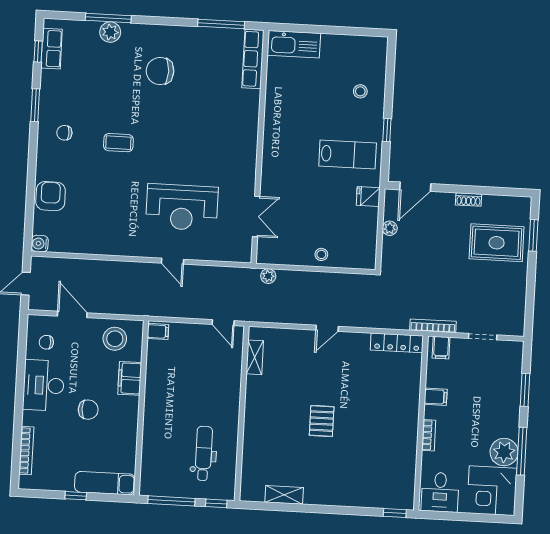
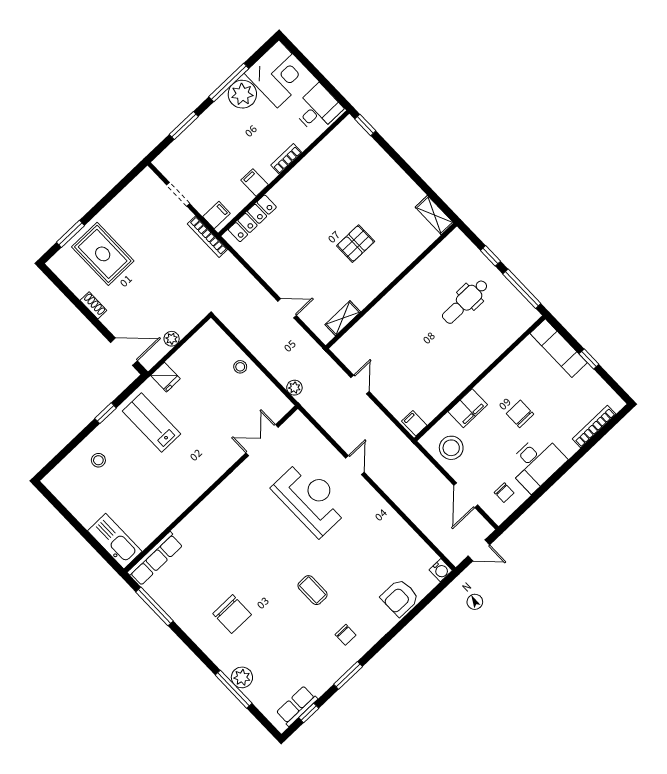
locker: (397, 343) -> (252, 218), moved, turned 90
shelving: (255, 357) -> (343, 318), moved
wall: (242, 413) -> (391, 286), moved

